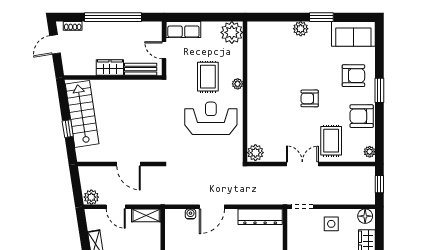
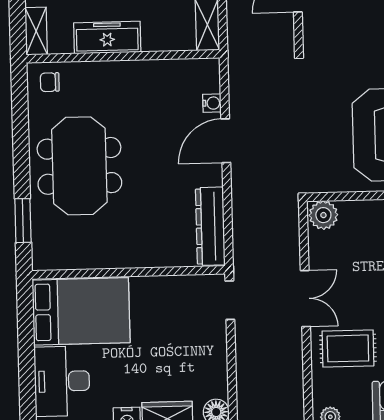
door: (212, 207) -> (226, 141), hinge flipped
side table: (331, 224) -> (201, 352), removed

